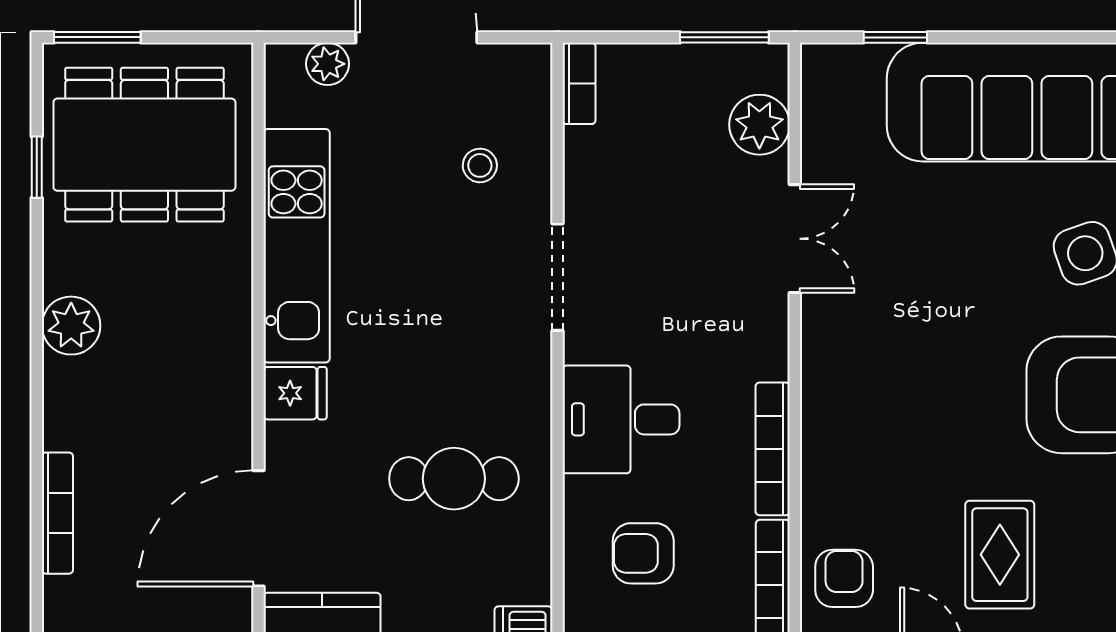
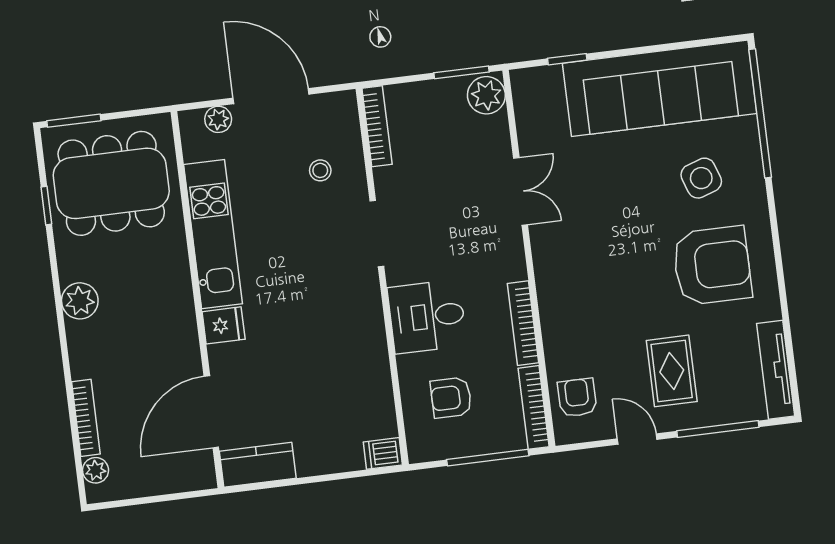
bookcase: (579, 83) -> (377, 126), width x1.56
plant: (759, 125) -> (486, 95), moved
cafe table: (454, 479) -> (328, 366), removed
plant: (63, 599) -> (96, 470), added

